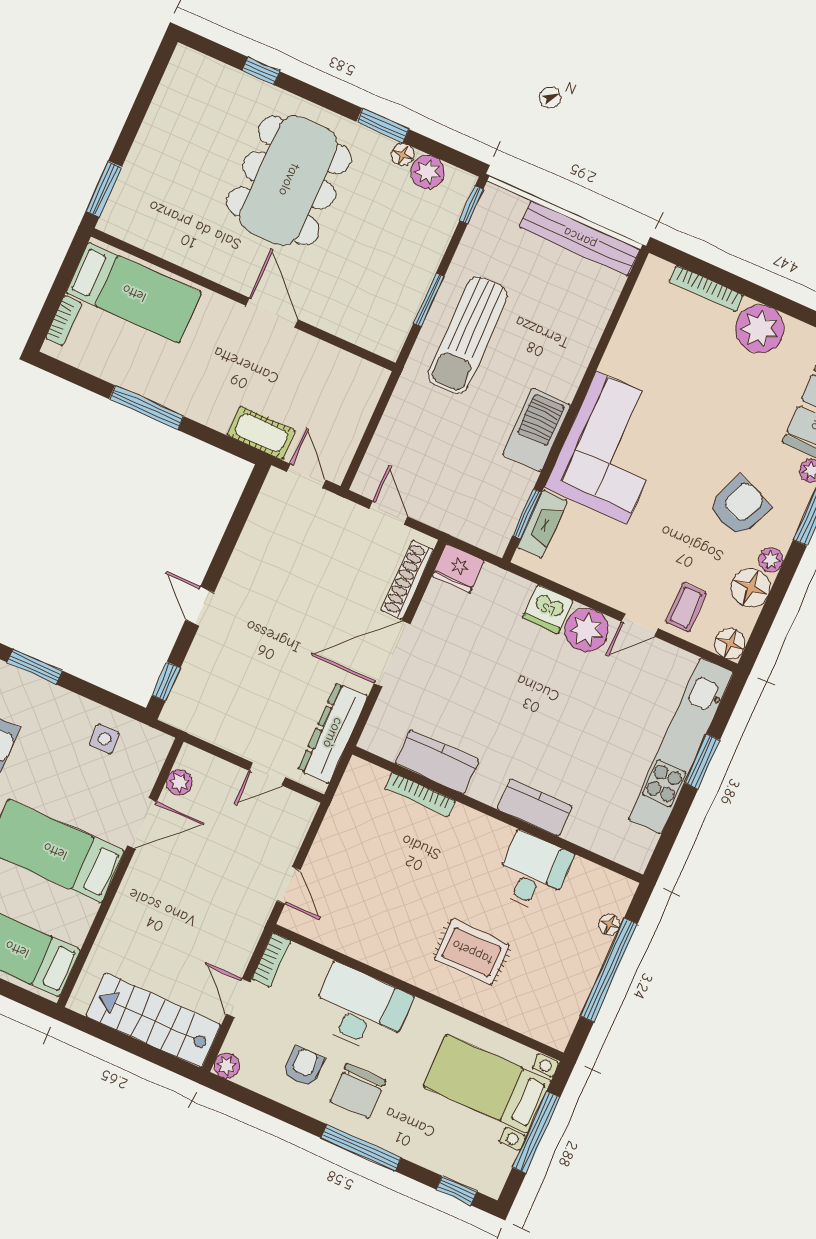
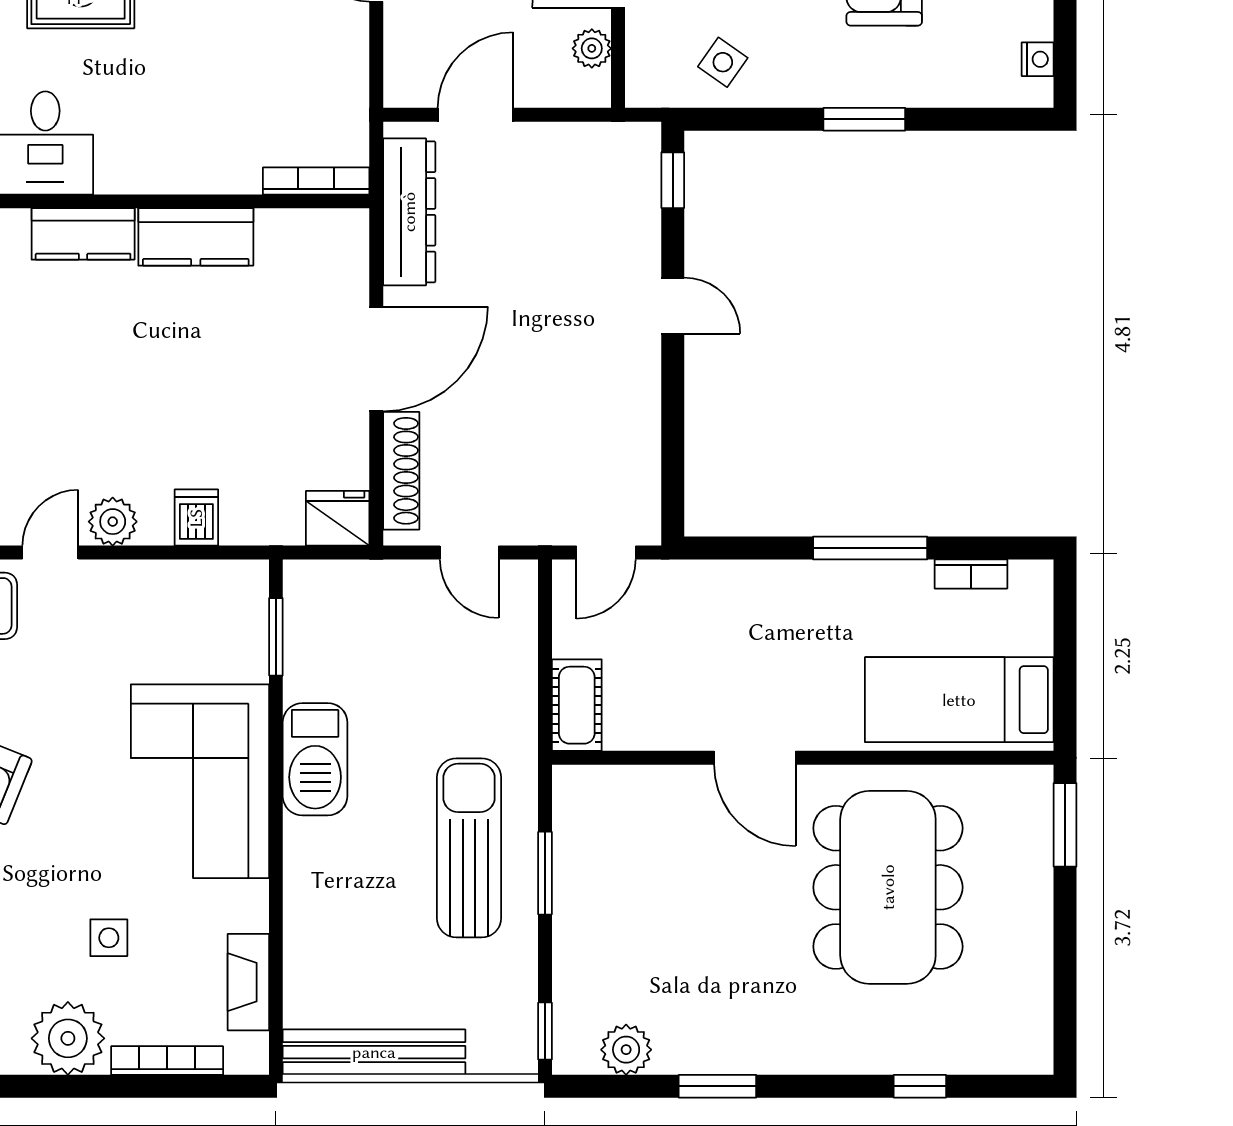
floor lamp: (403, 155) -> (672, 1058), removed
dining table: (289, 180) -> (888, 887), moved
bookcase: (64, 321) -> (971, 574), moved, turned -90
side table: (708, 378) -> (109, 938), added
cot: (261, 433) -> (577, 705), moved, turned 90
door: (306, 476) -> (606, 553), hinge flipped
fireplace: (542, 524) -> (248, 982), moved
dishwasher: (548, 609) -> (196, 518), width x0.73
plant: (586, 630) -> (113, 522), width x0.73, depth x0.73
side table: (104, 739) -> (723, 62), turned 35
kitchen counter: (437, 762) -> (196, 237), moved
door: (267, 774) -> (475, 115), width x1.37
bookcase: (420, 795) -> (316, 181), moved

